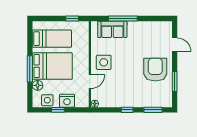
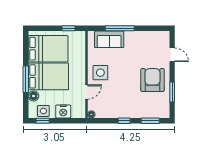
bed: (52, 39) -> (48, 49), width x1.50
window: (58, 110) -> (43, 121), moved

